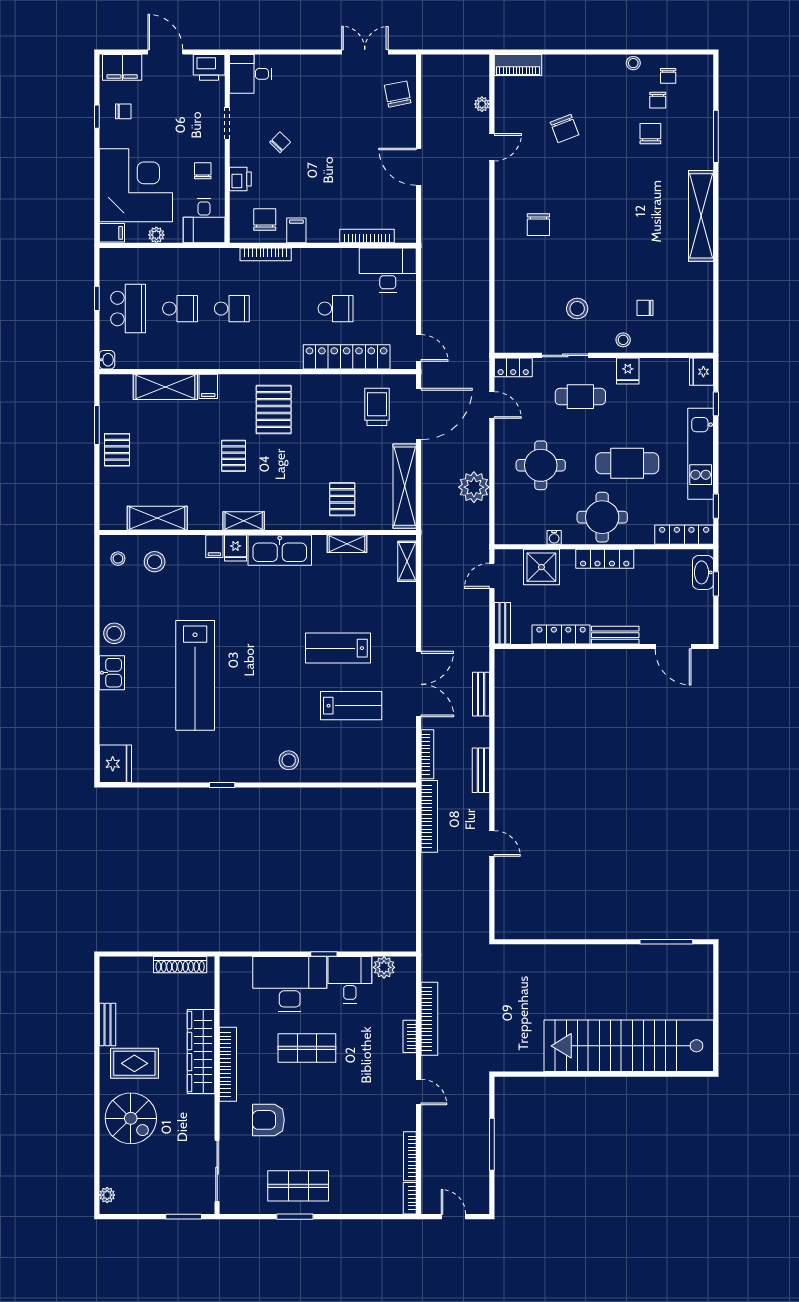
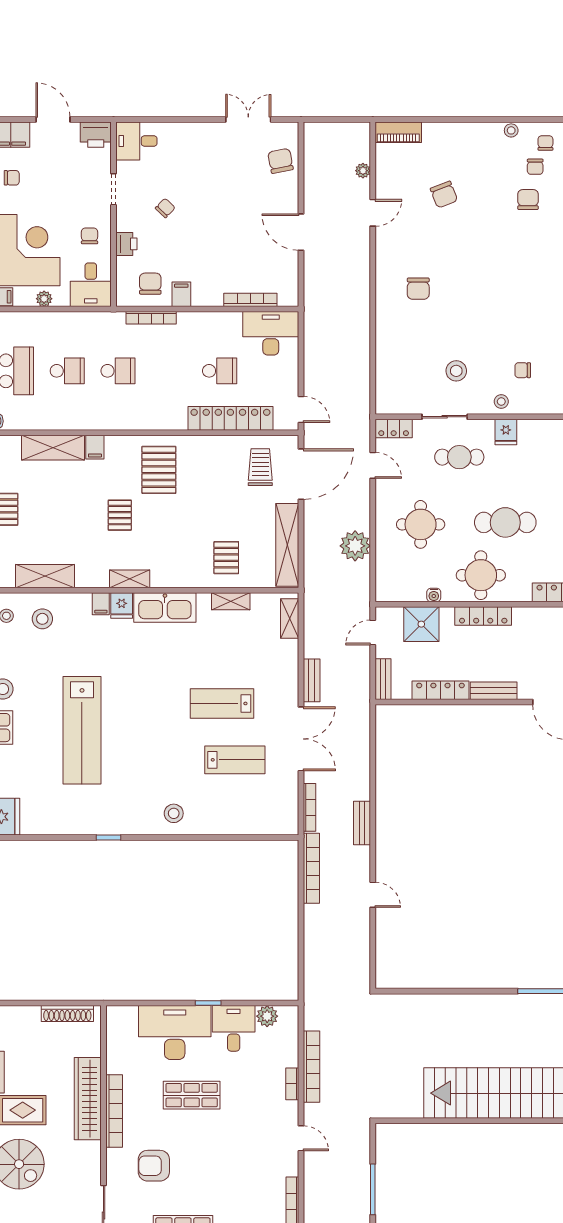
chair: (668, 76) -> (545, 143), turned 180
bench: (481, 694) -> (312, 680), moved

